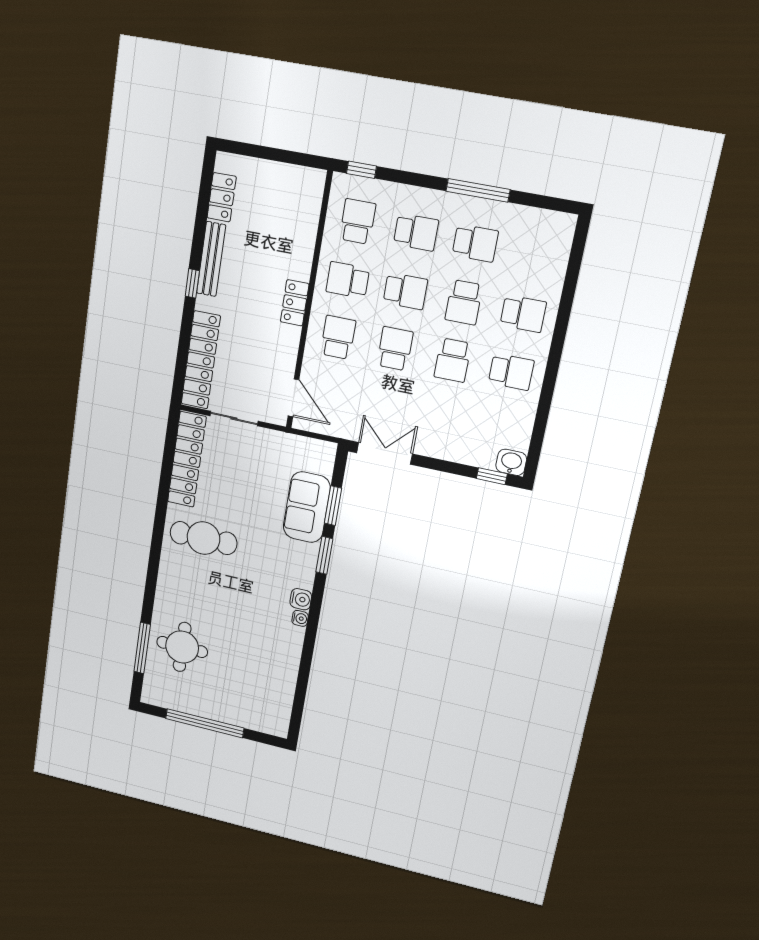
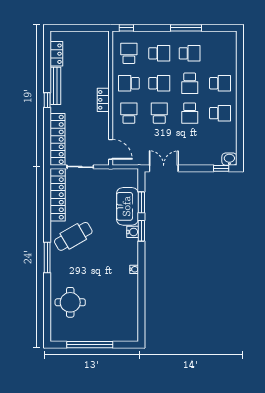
cafe table: (203, 538) -> (73, 236), turned -30
water cooler: (301, 599) -> (133, 232), moved
window: (142, 648) -> (47, 258), moved

